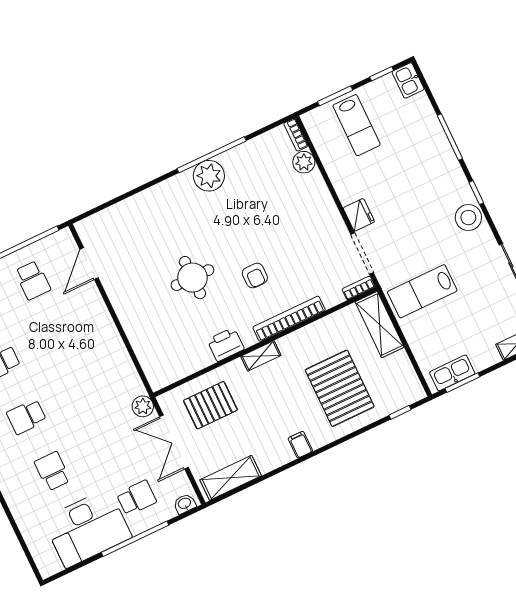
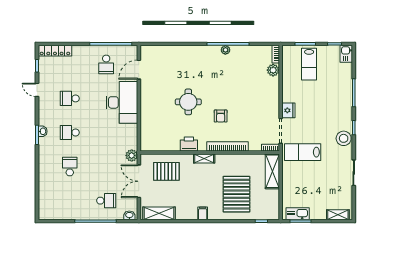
plant: (209, 176) -> (225, 50), width x0.53, depth x0.53
lab bench: (422, 291) -> (303, 152), moved
desk: (87, 528) -> (122, 102), moved, turned -90

